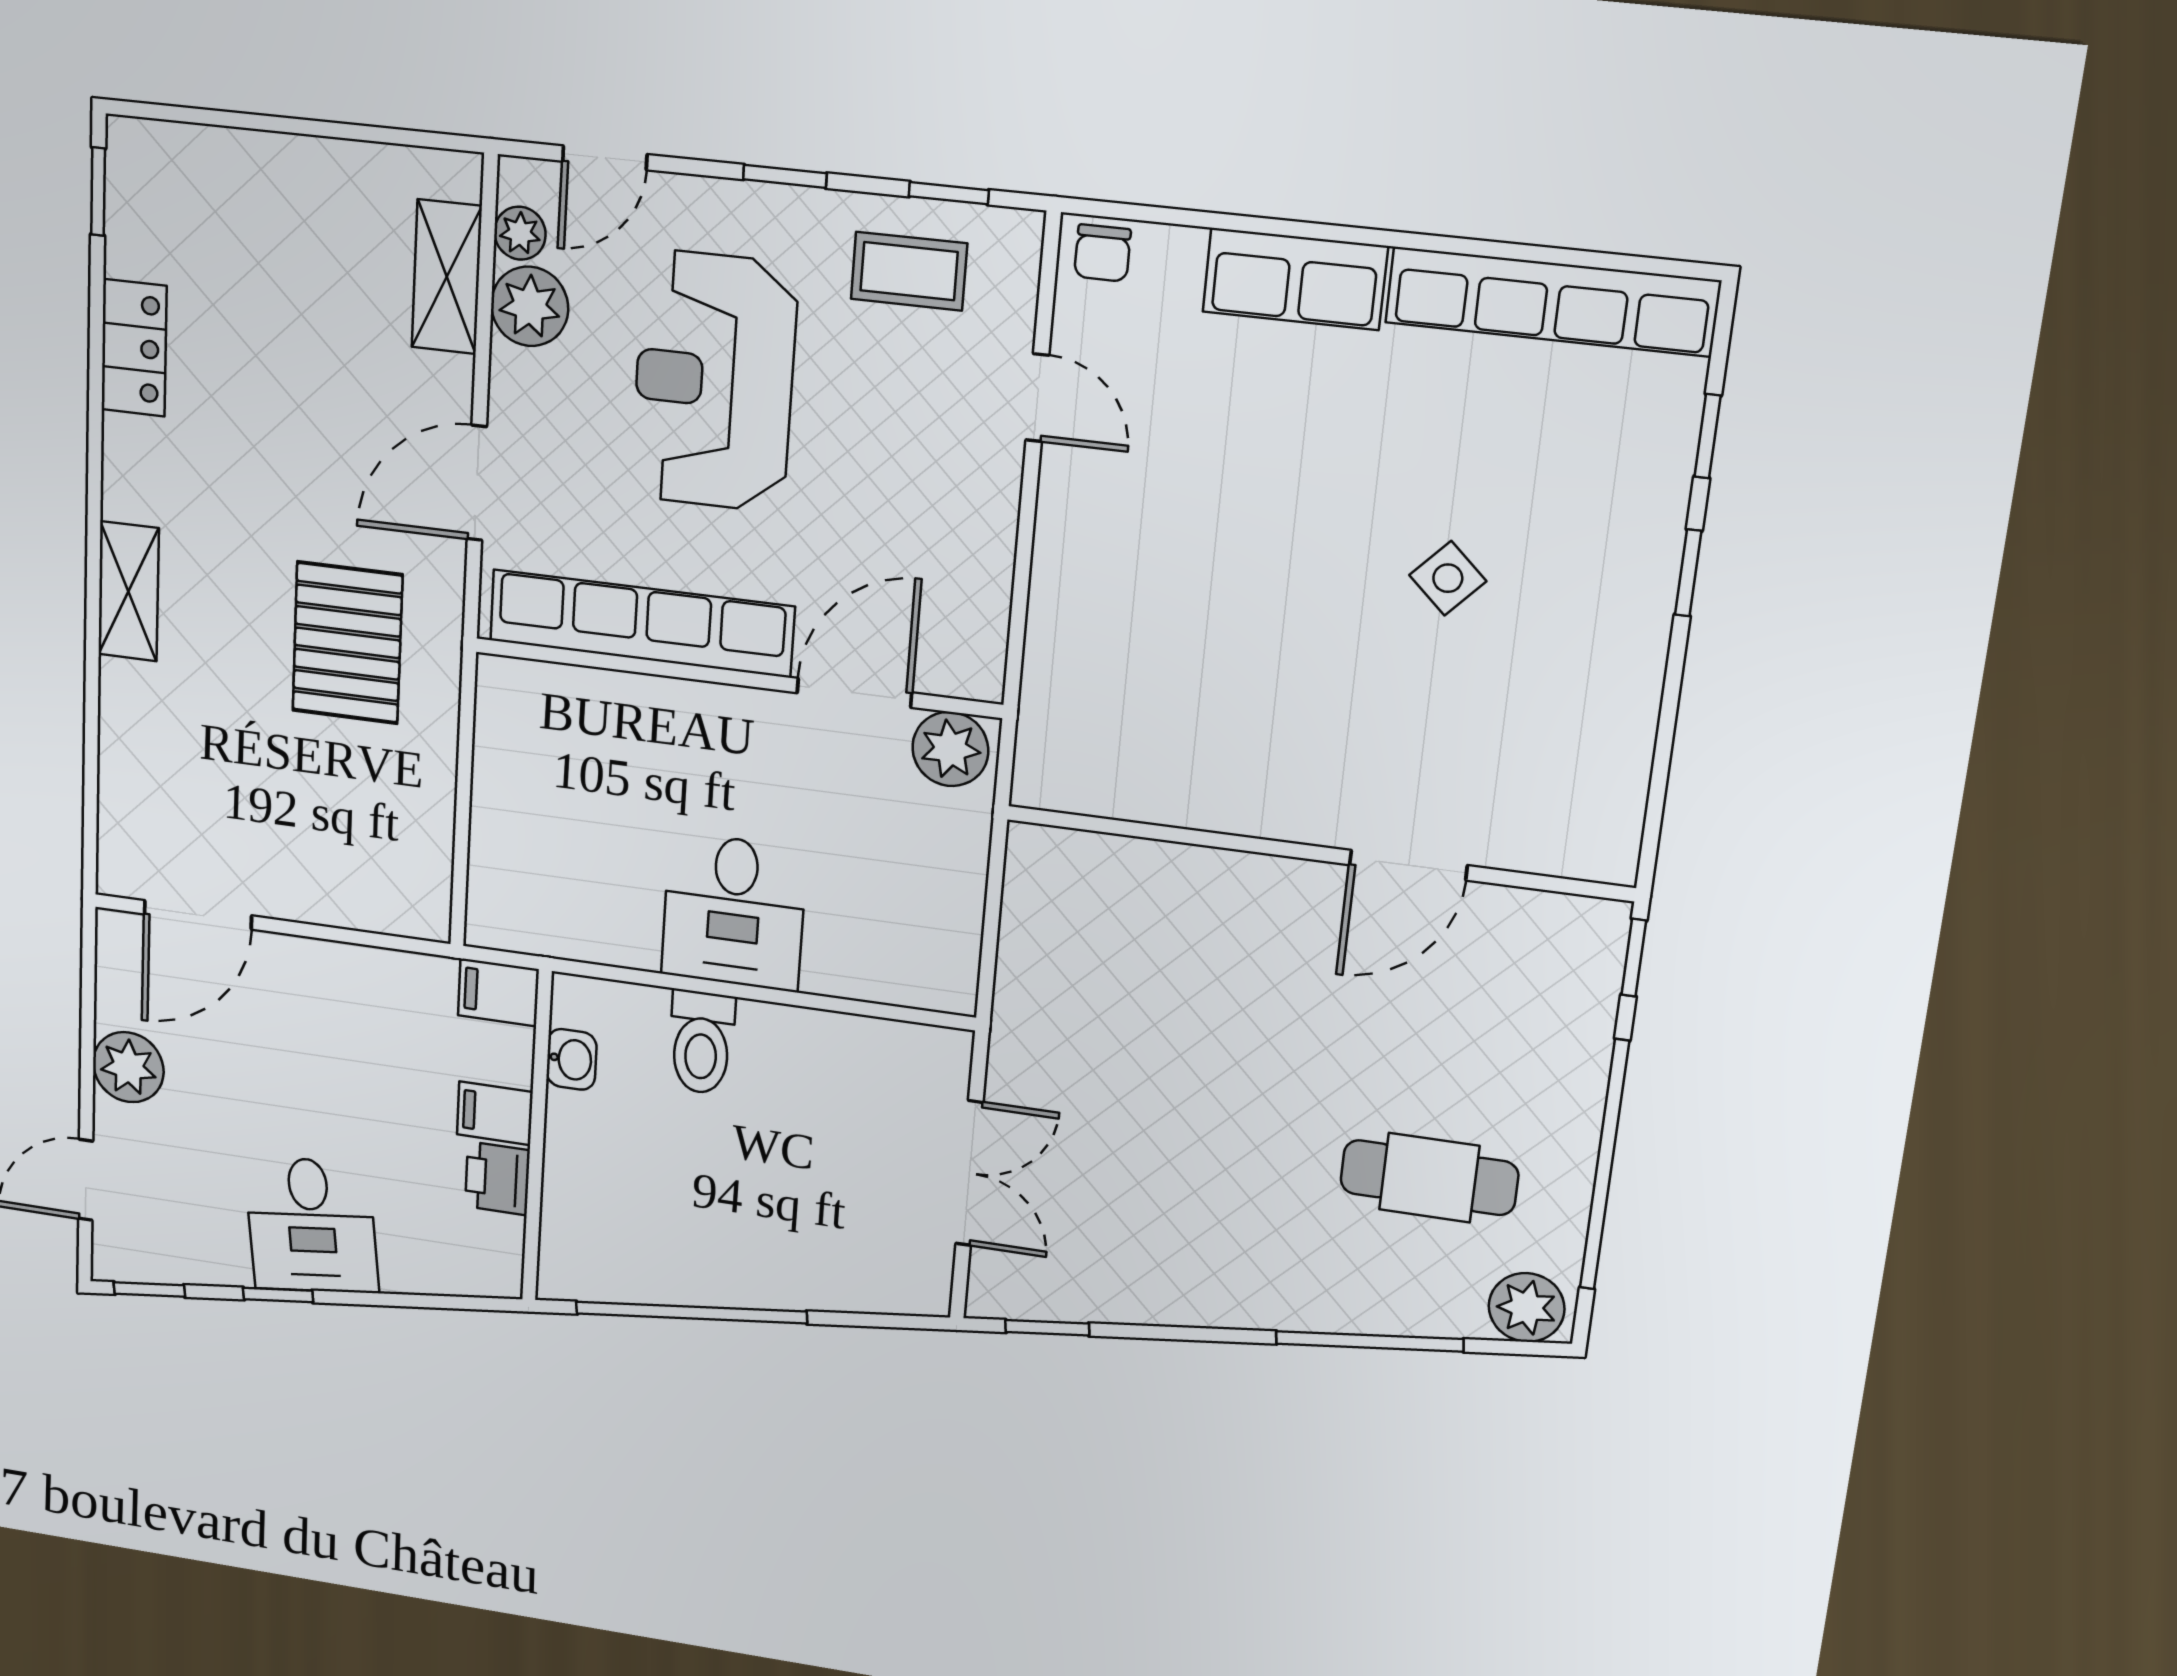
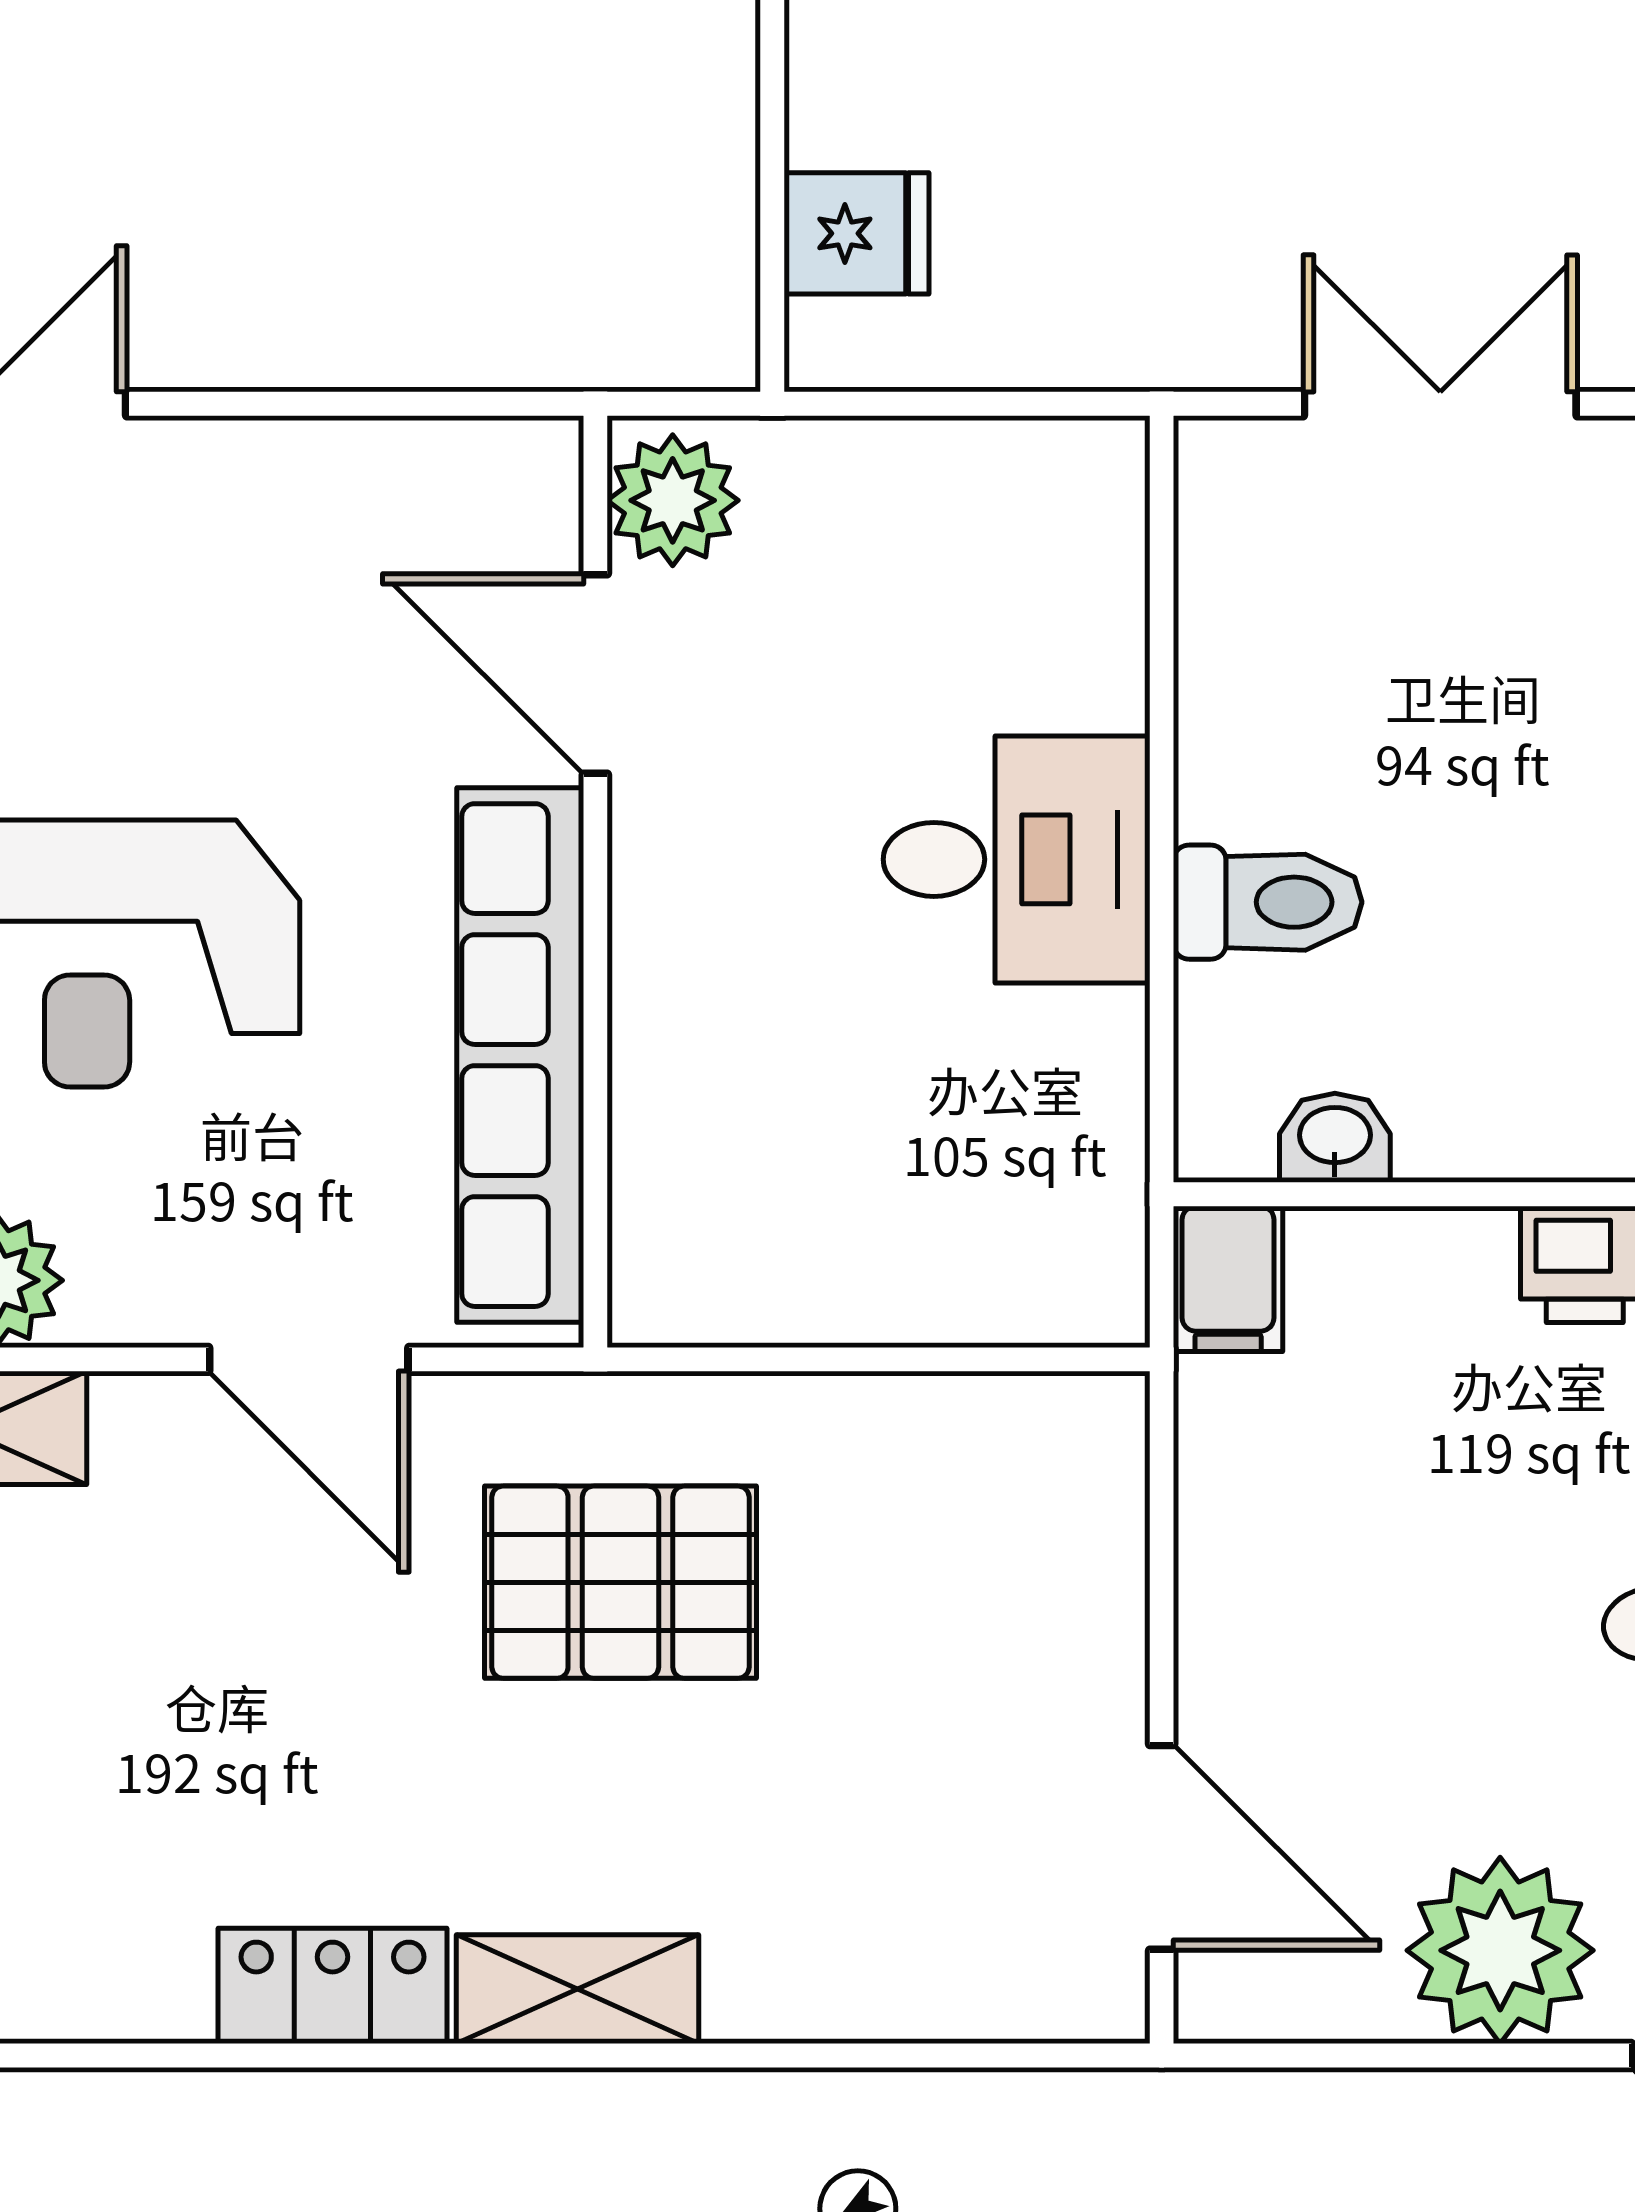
locker: (134, 348) -> (332, 1986), moved
fridge: (1095, 872) -> (856, 233), added
plant: (128, 1067) -> (1500, 1950), width x1.36, depth x1.36
filing cabinet: (495, 1113) -> (1460, 1275), removed

